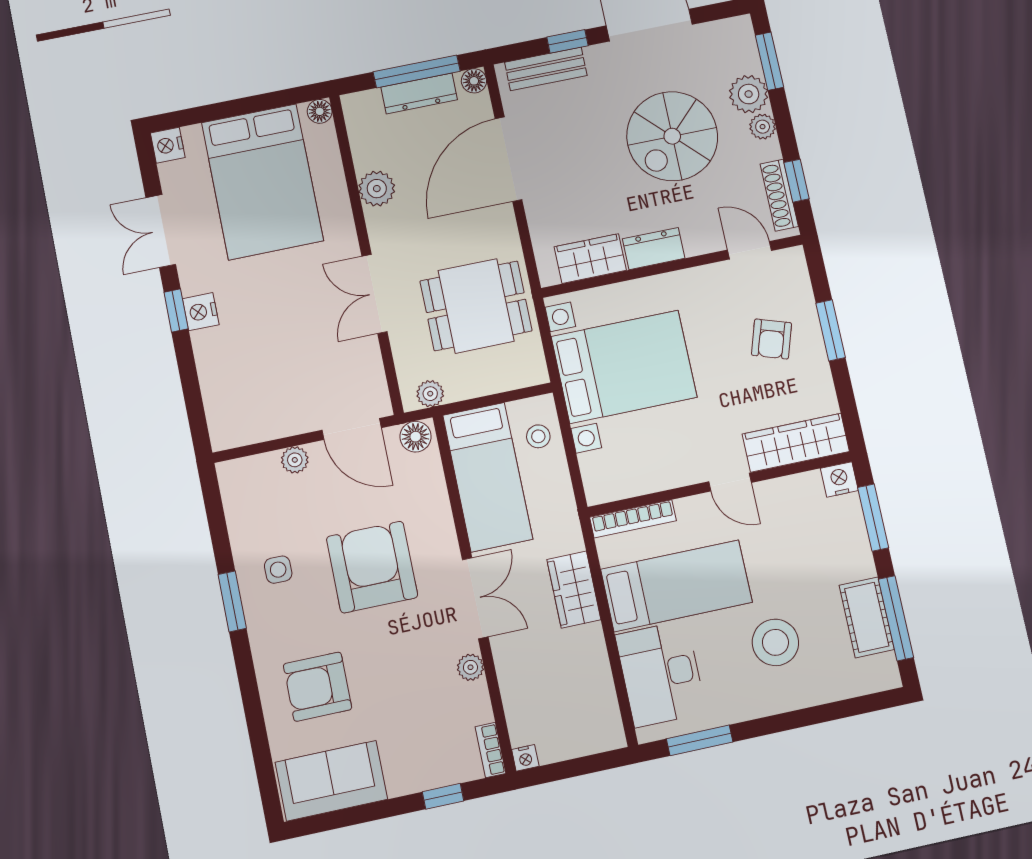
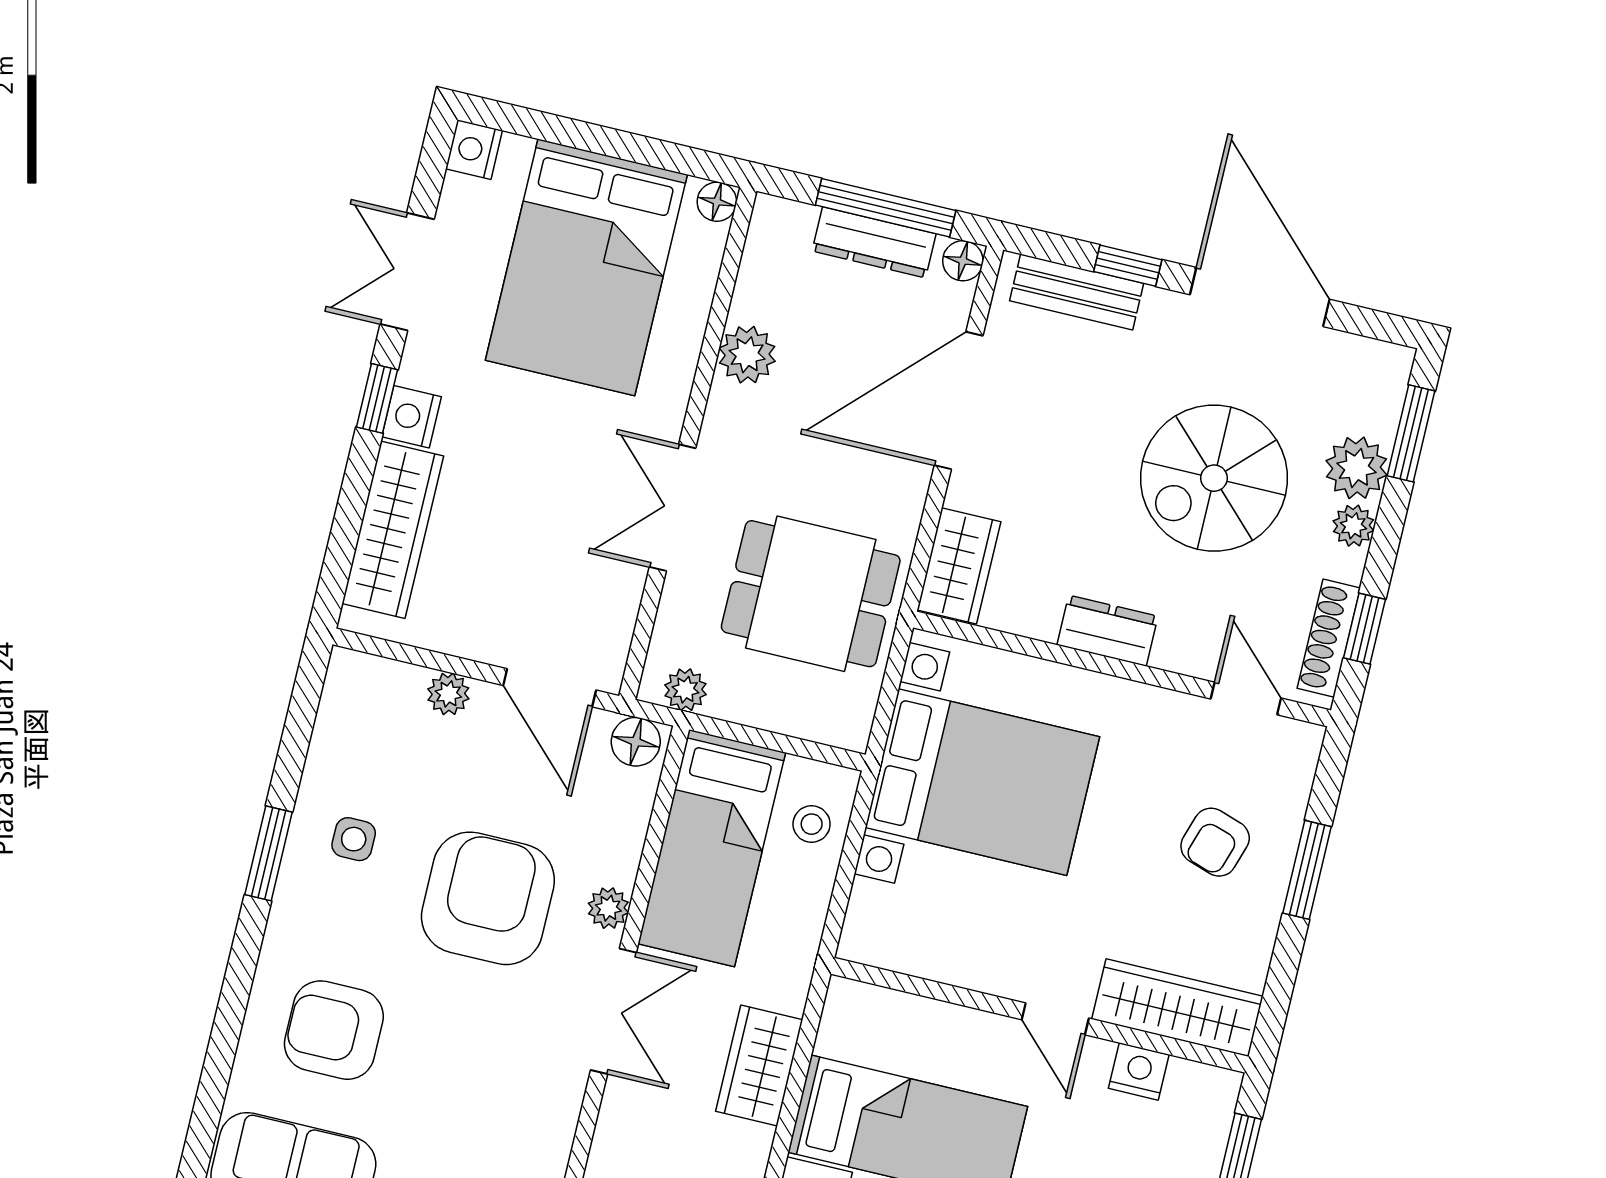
wardrobe: (590, 259) -> (959, 566), moved, turned 90
wardrobe: (219, 381) -> (393, 530), added
nightstand: (839, 479) -> (1139, 1071), moved
bookcase: (633, 519) -> (891, 1006), removed
plant: (470, 667) -> (608, 908), moved

